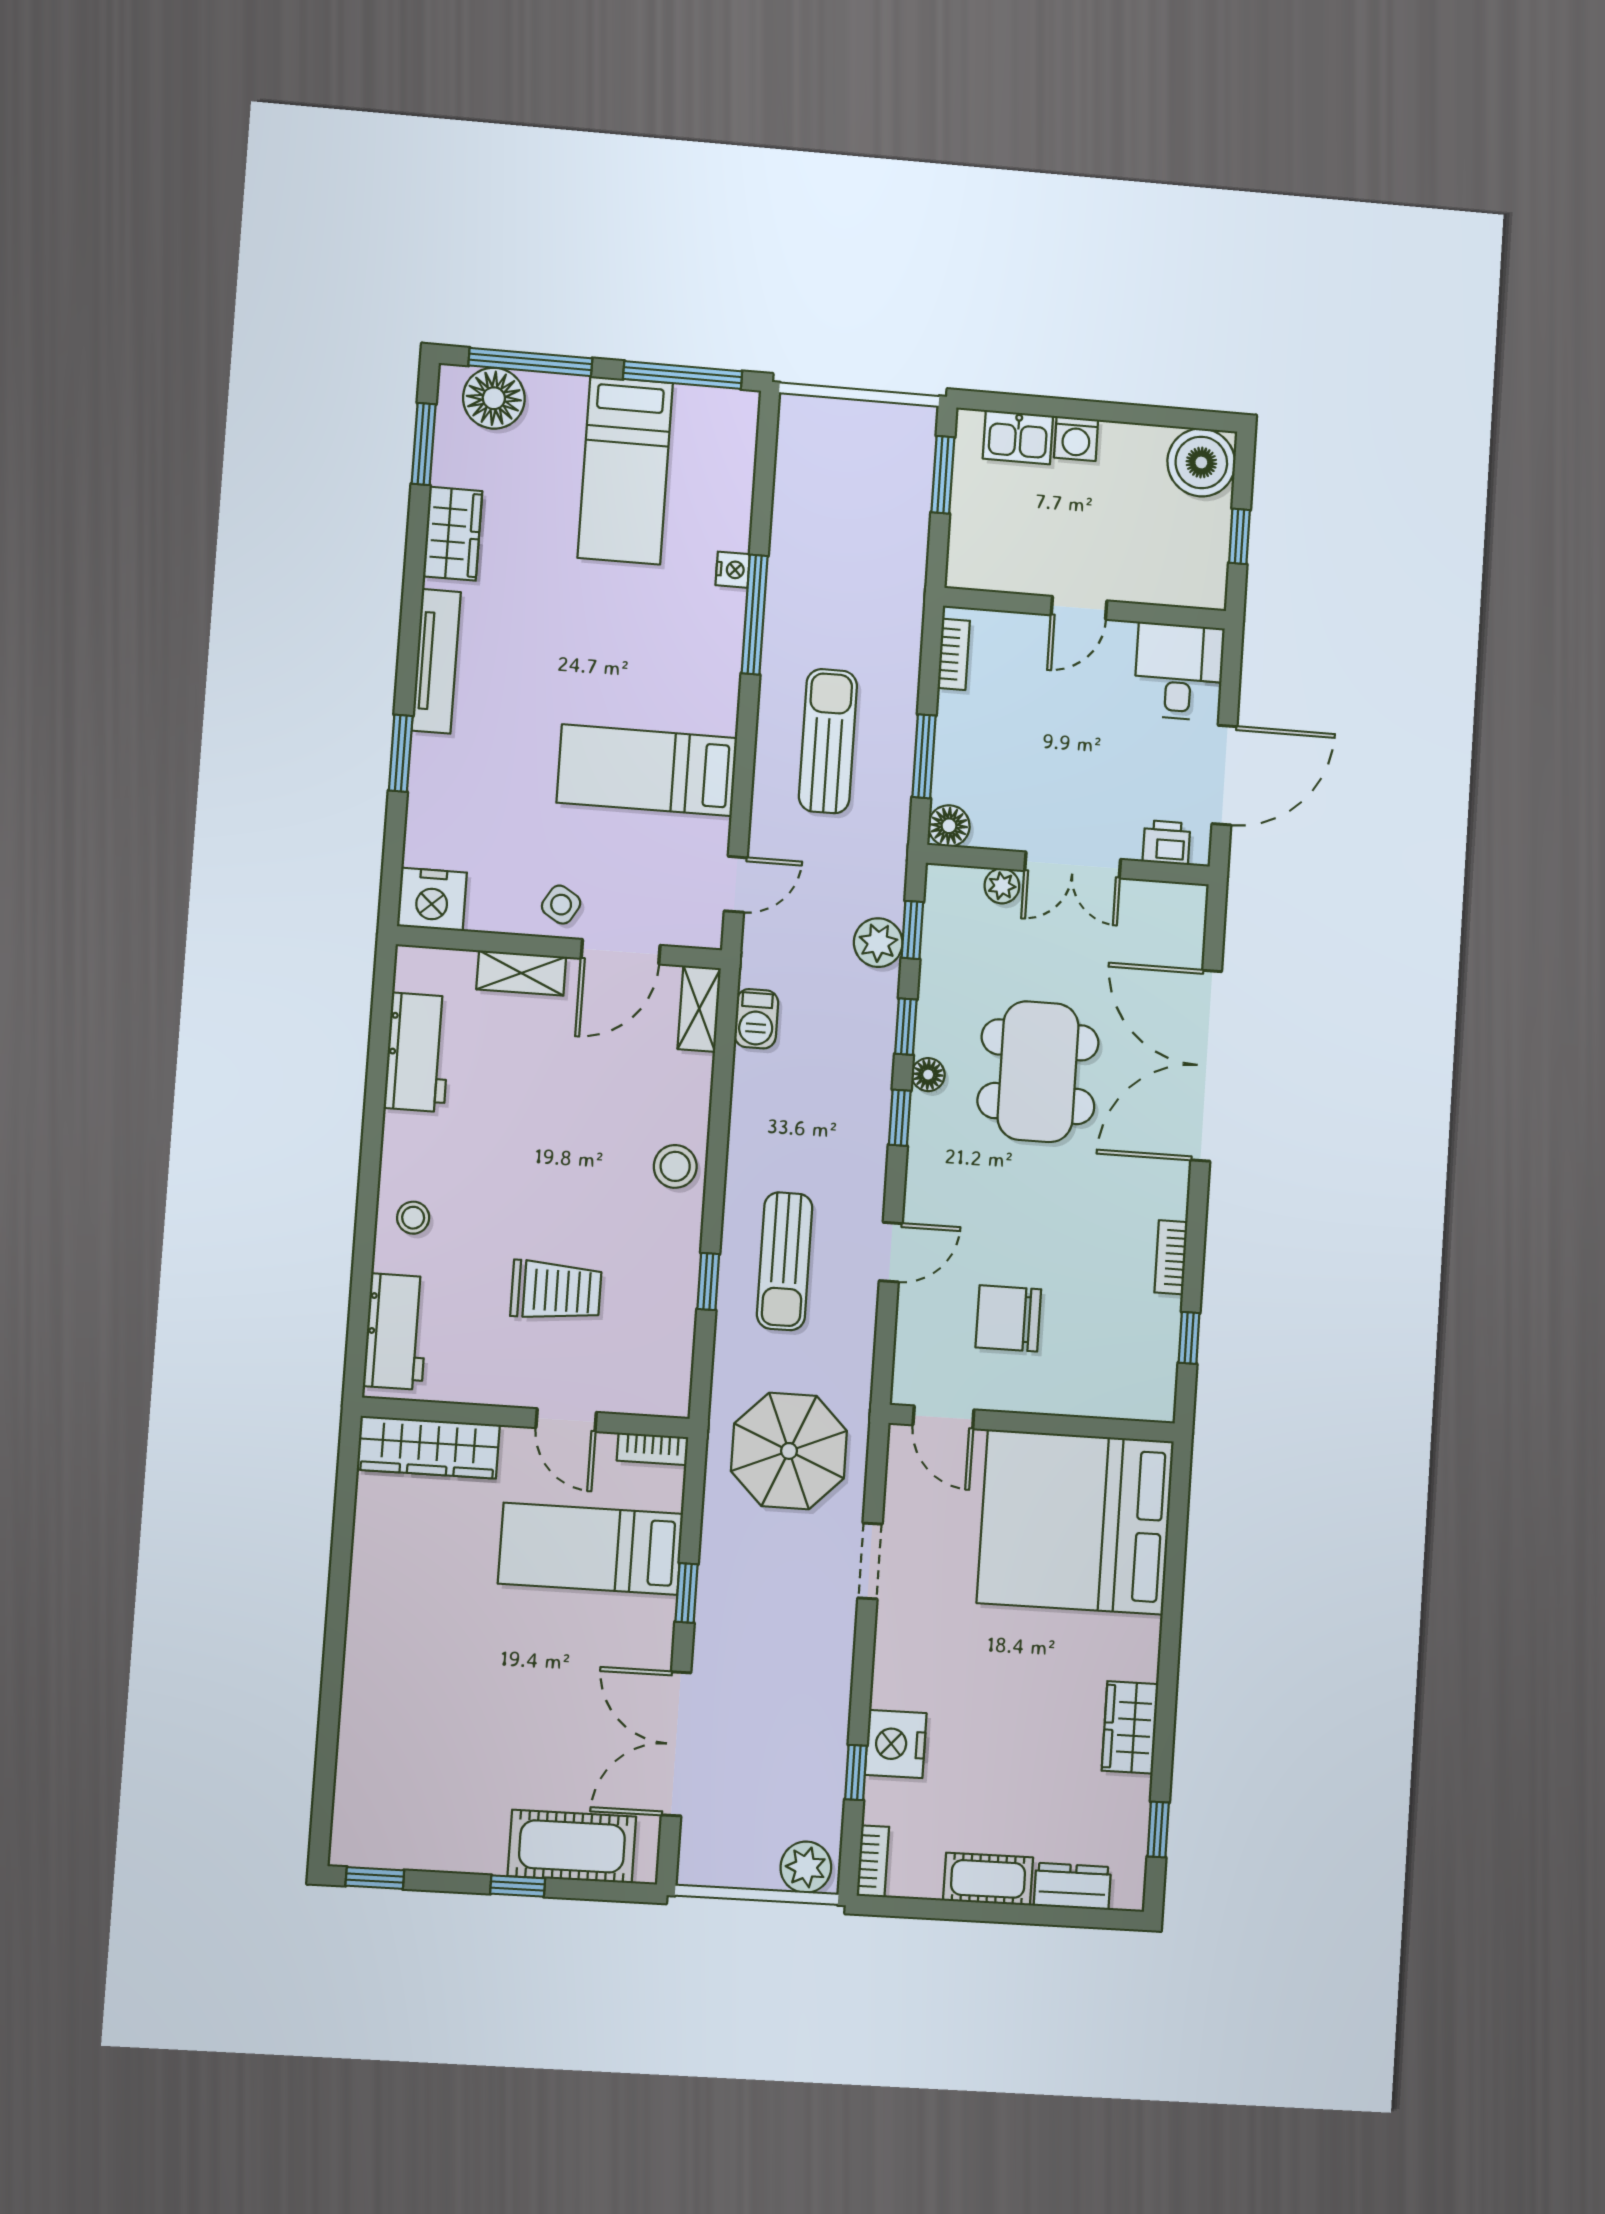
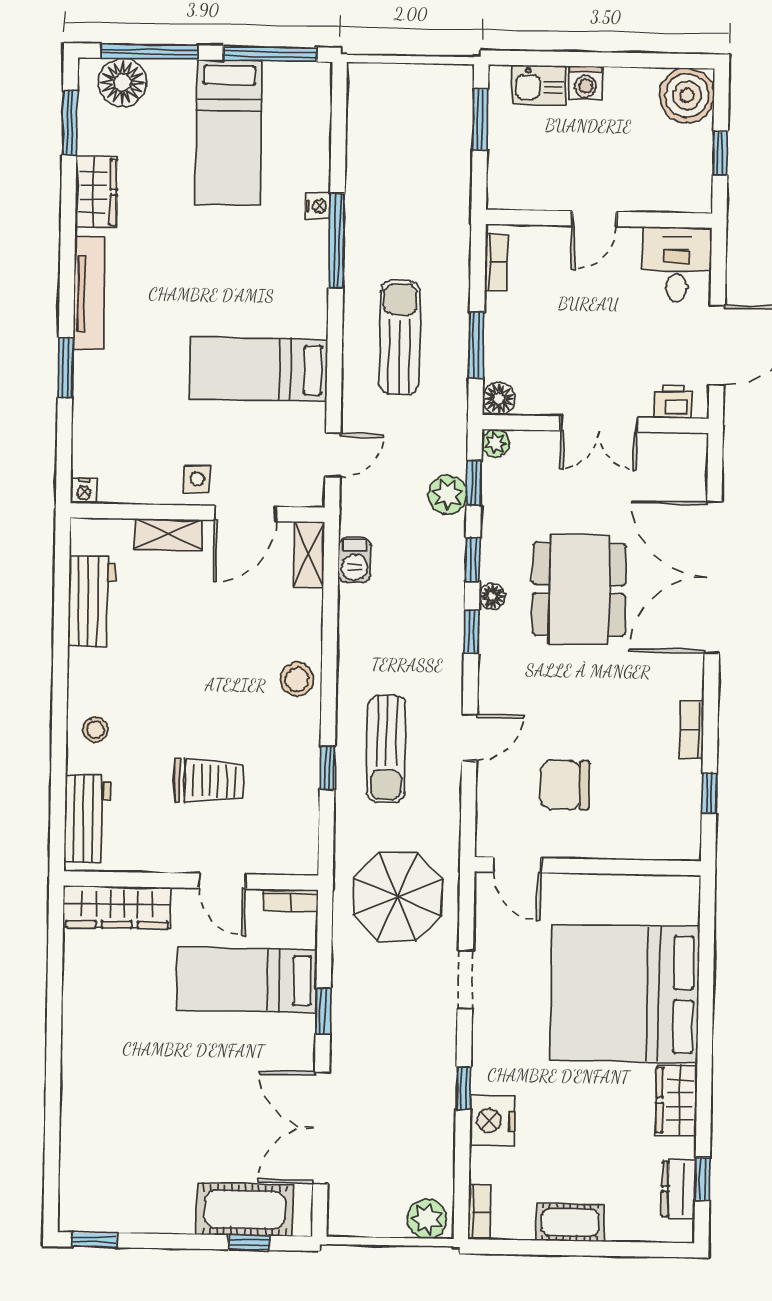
plant: (1002, 886) -> (496, 443), moved
nightstand: (432, 899) -> (84, 491), width x0.53, depth x0.56
side table: (561, 905) -> (197, 479), turned -31
bed: (1075, 1522) -> (625, 994), moved
window: (856, 1773) -> (463, 1088), moved
window: (518, 1886) -> (249, 1243), moved
dresser: (1072, 1886) -> (679, 1189), moved, turned -90

